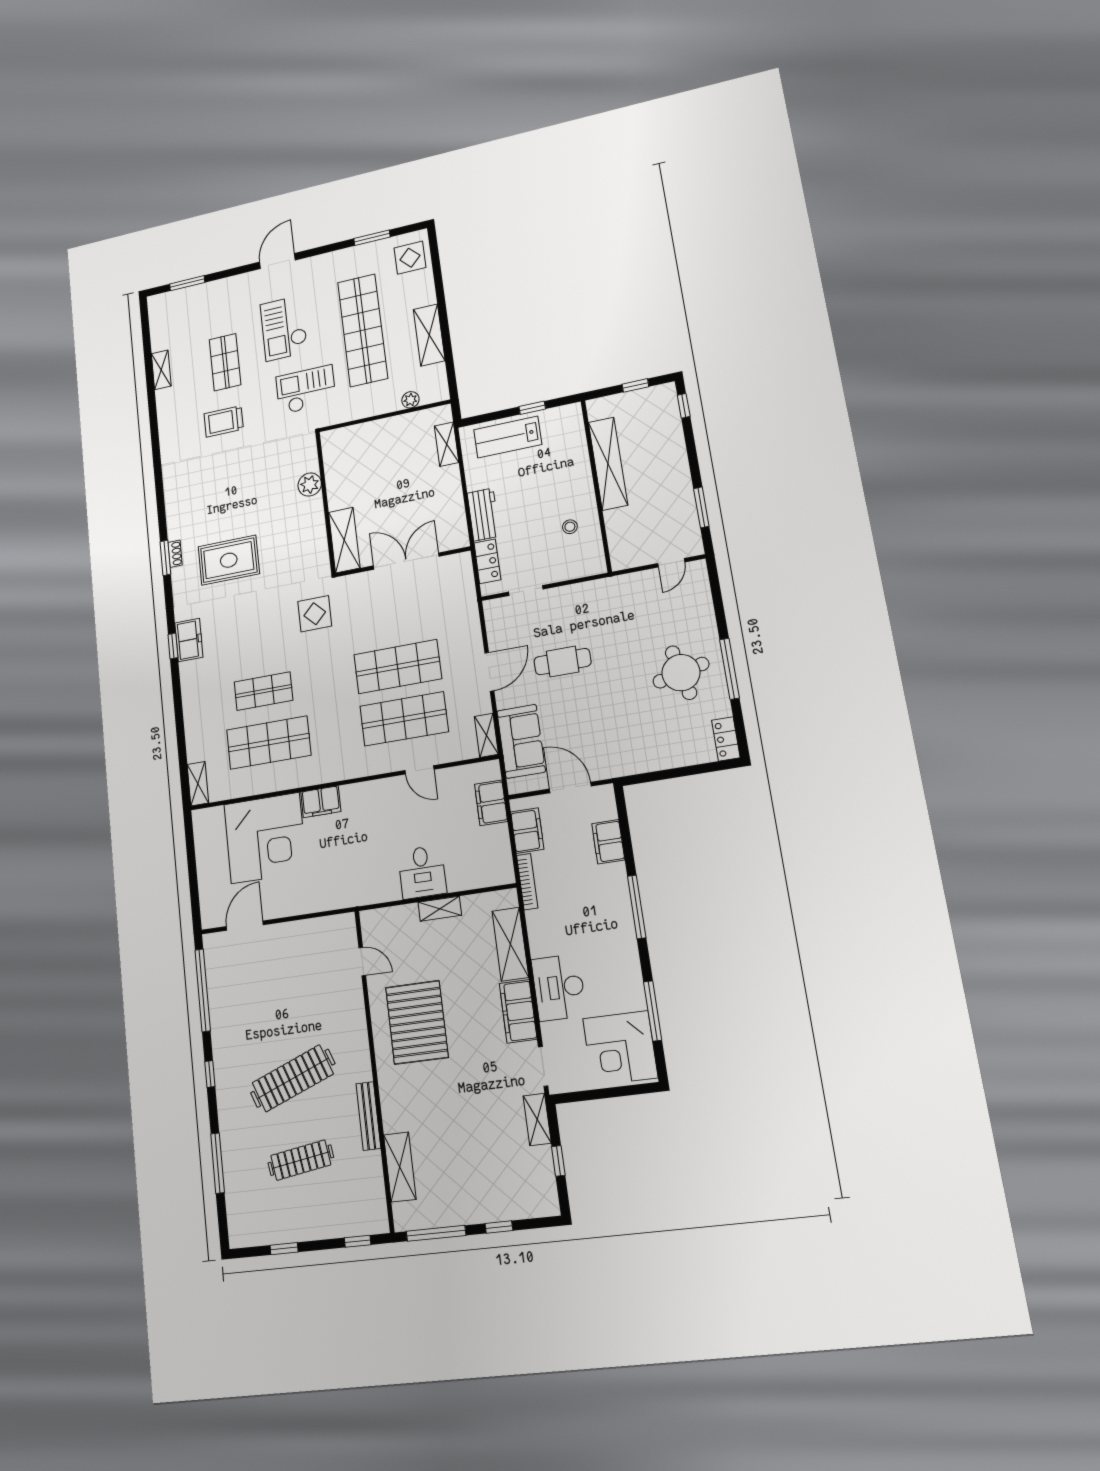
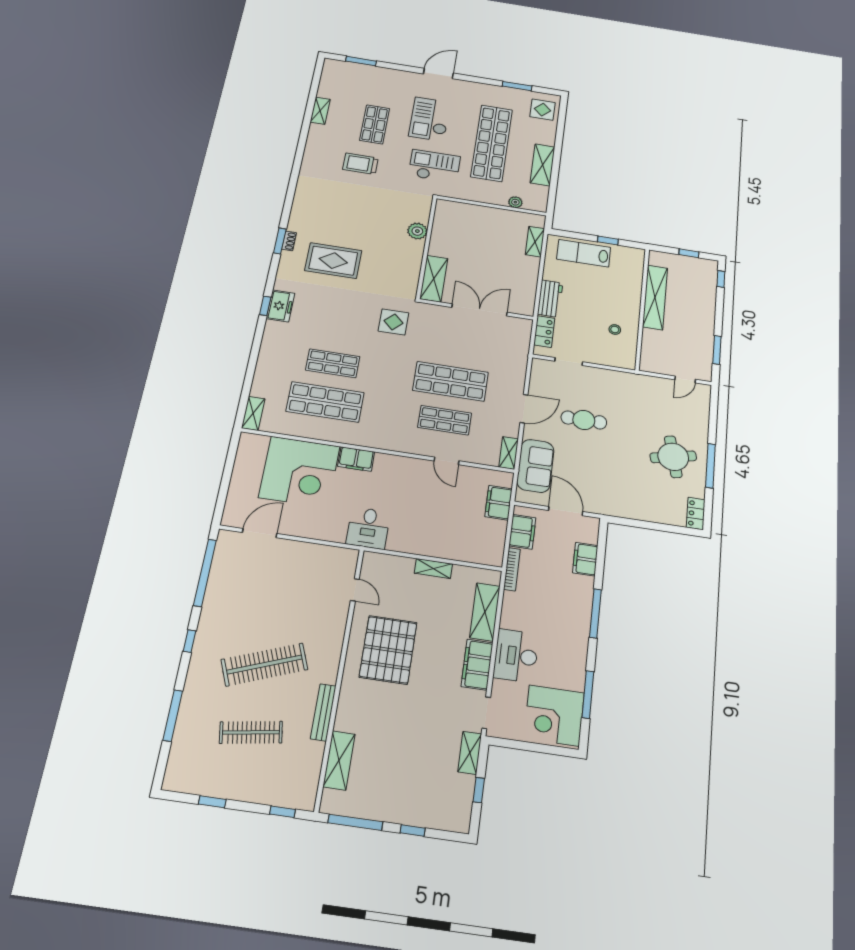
shop shelf: (404, 719) -> (445, 420), width x0.70, depth x0.74
desk: (422, 872) -> (368, 528), moved

